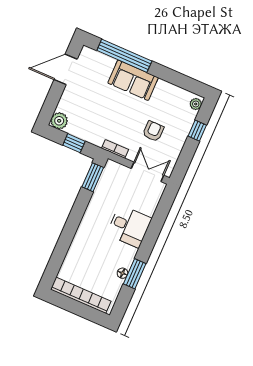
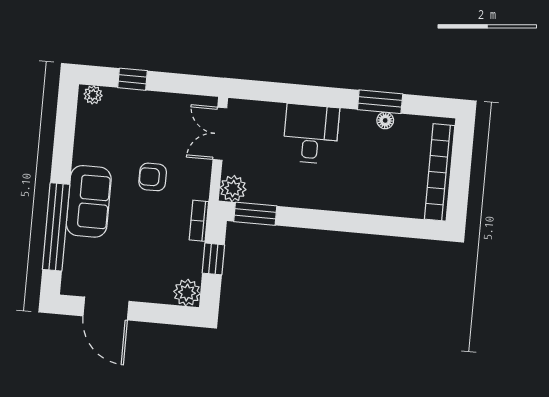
armchair: (153, 131) -> (153, 177), moved
bookcase: (115, 149) -> (199, 221), moved
plant: (112, 169) -> (233, 188), added

